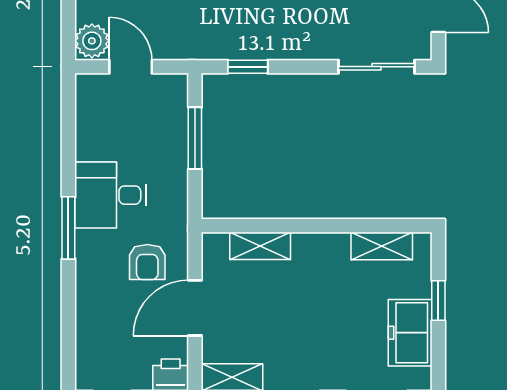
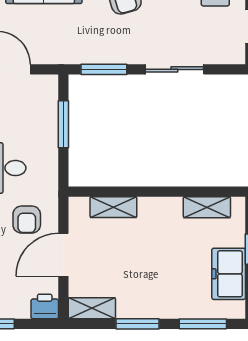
window: (248, 67) -> (104, 69), width x1.50
sliding door: (377, 67) -> (174, 69), moved

